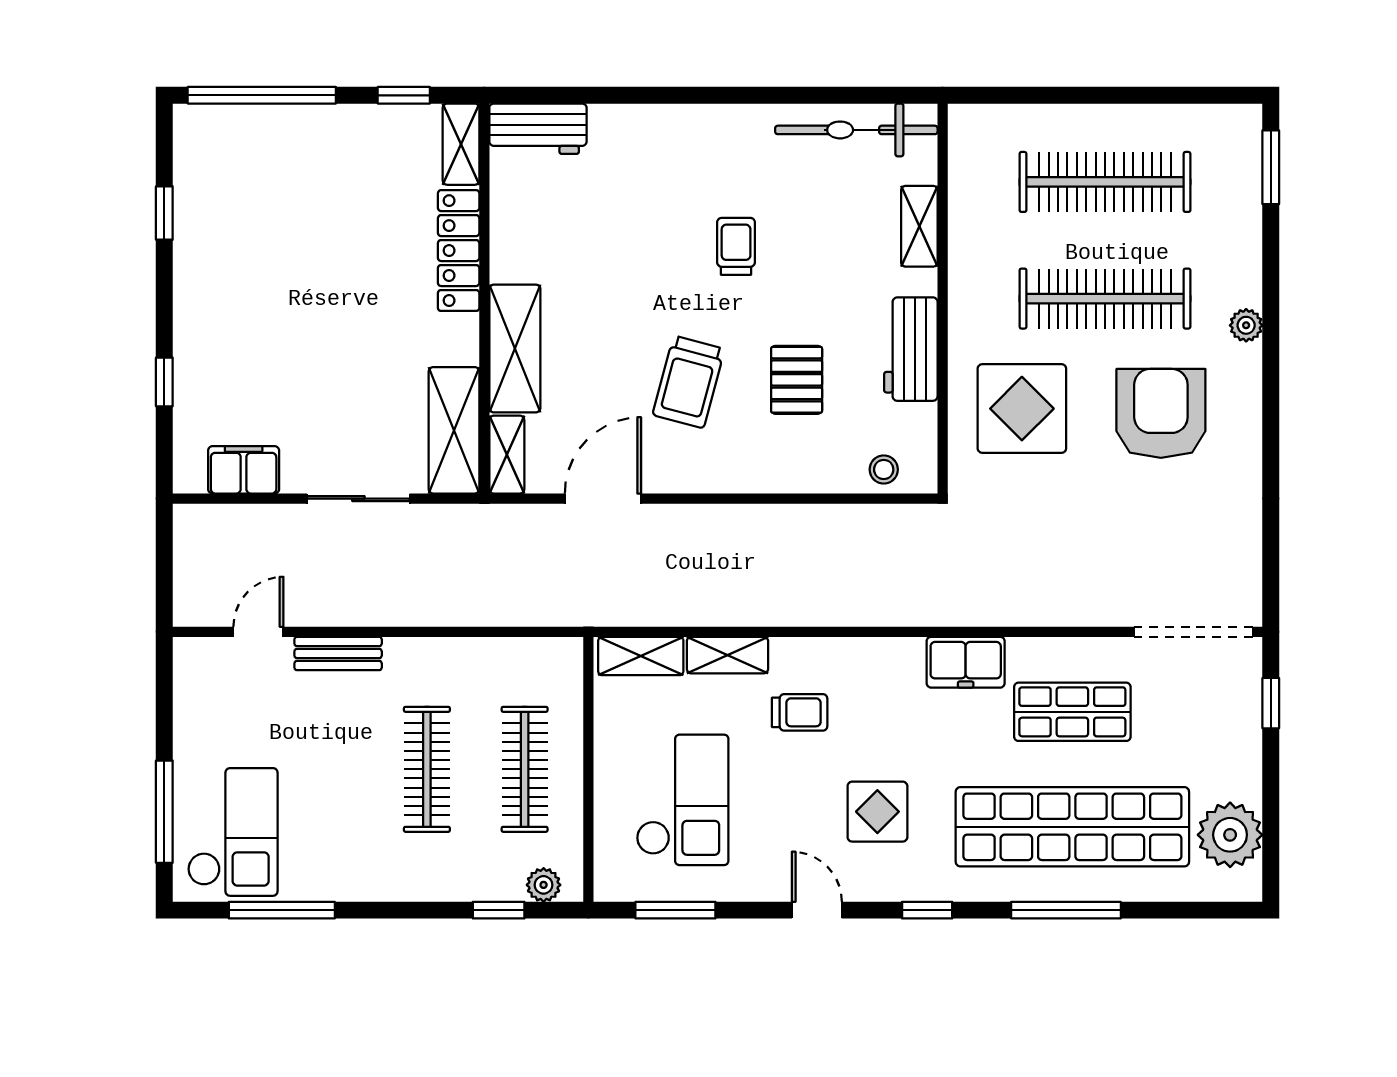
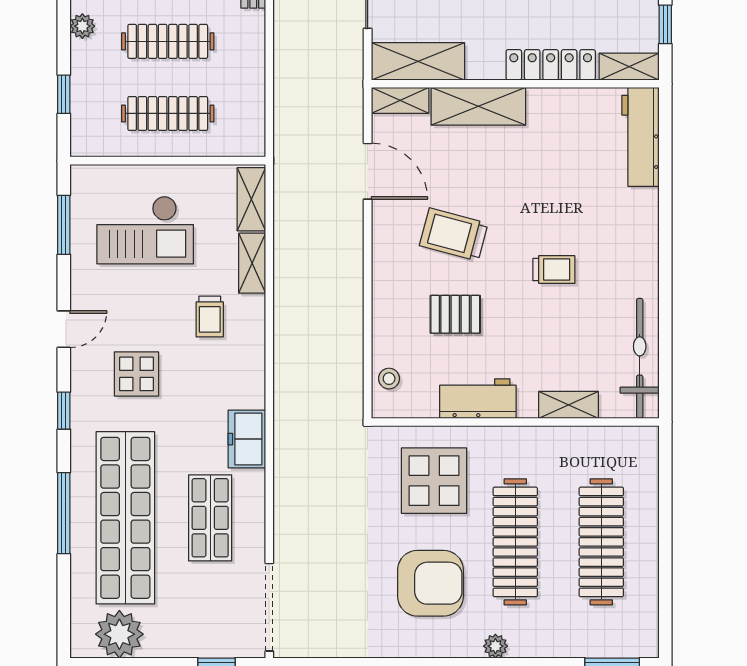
workbench: (538, 129) -> (641, 137), width x1.38
plant: (544, 885) -> (82, 26), moved

